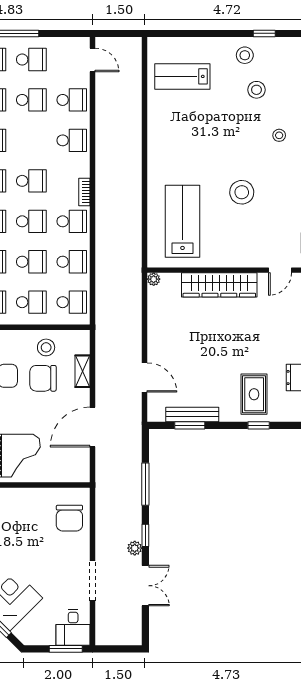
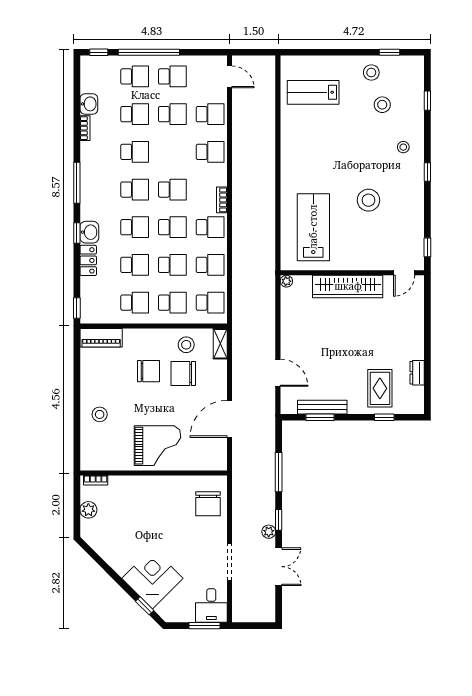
shelving: (83, 371) -> (220, 344), moved

